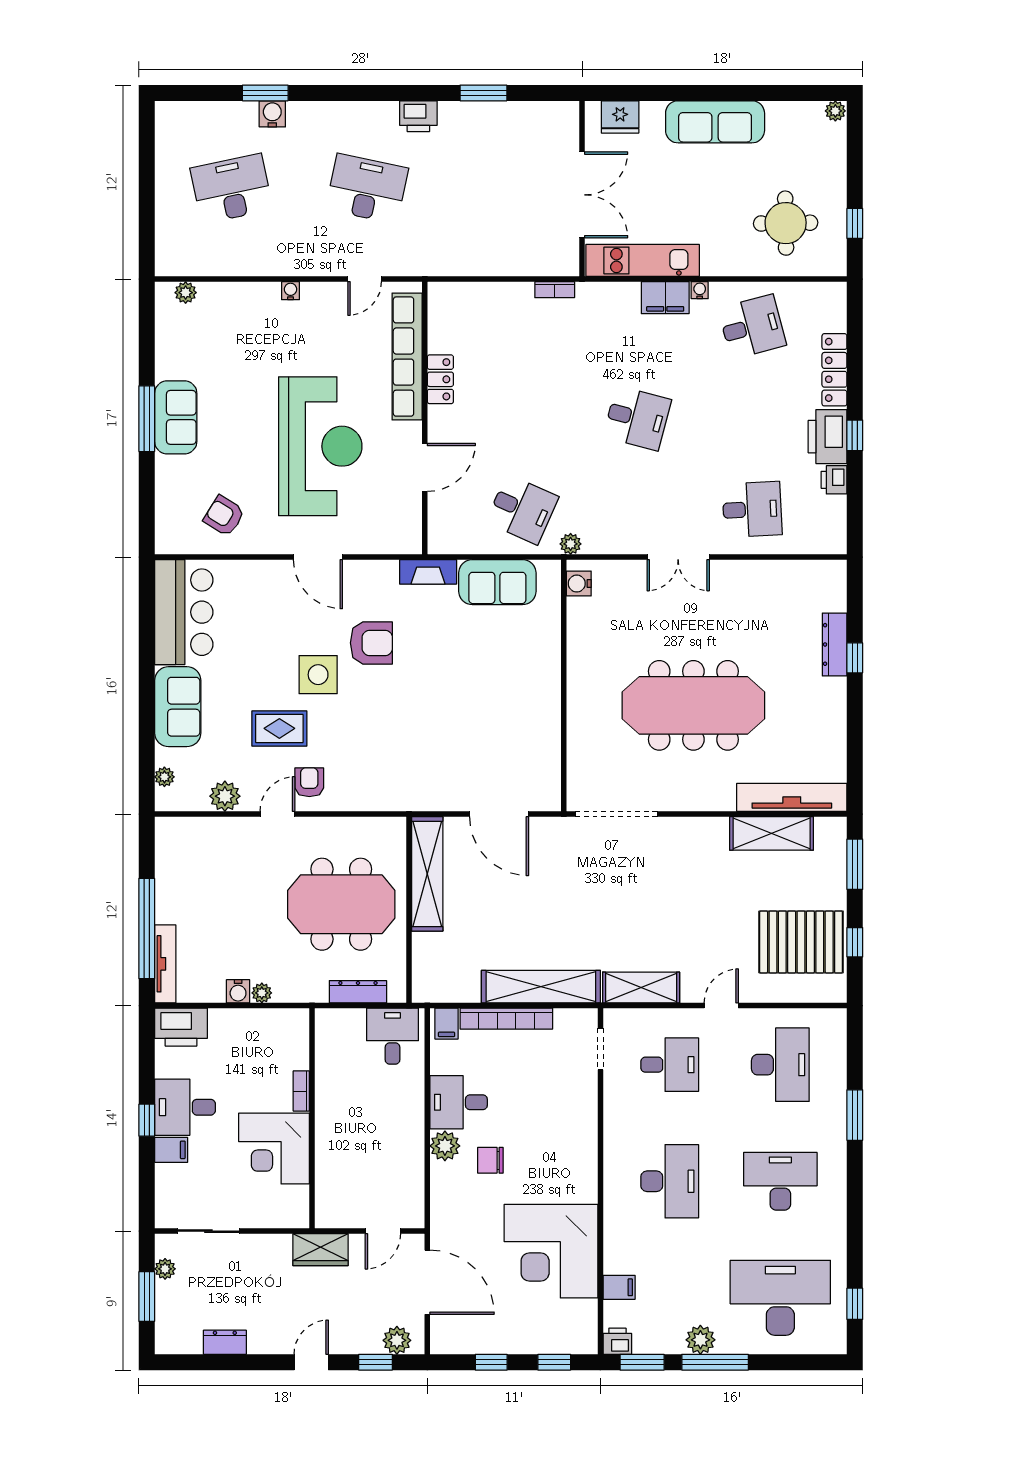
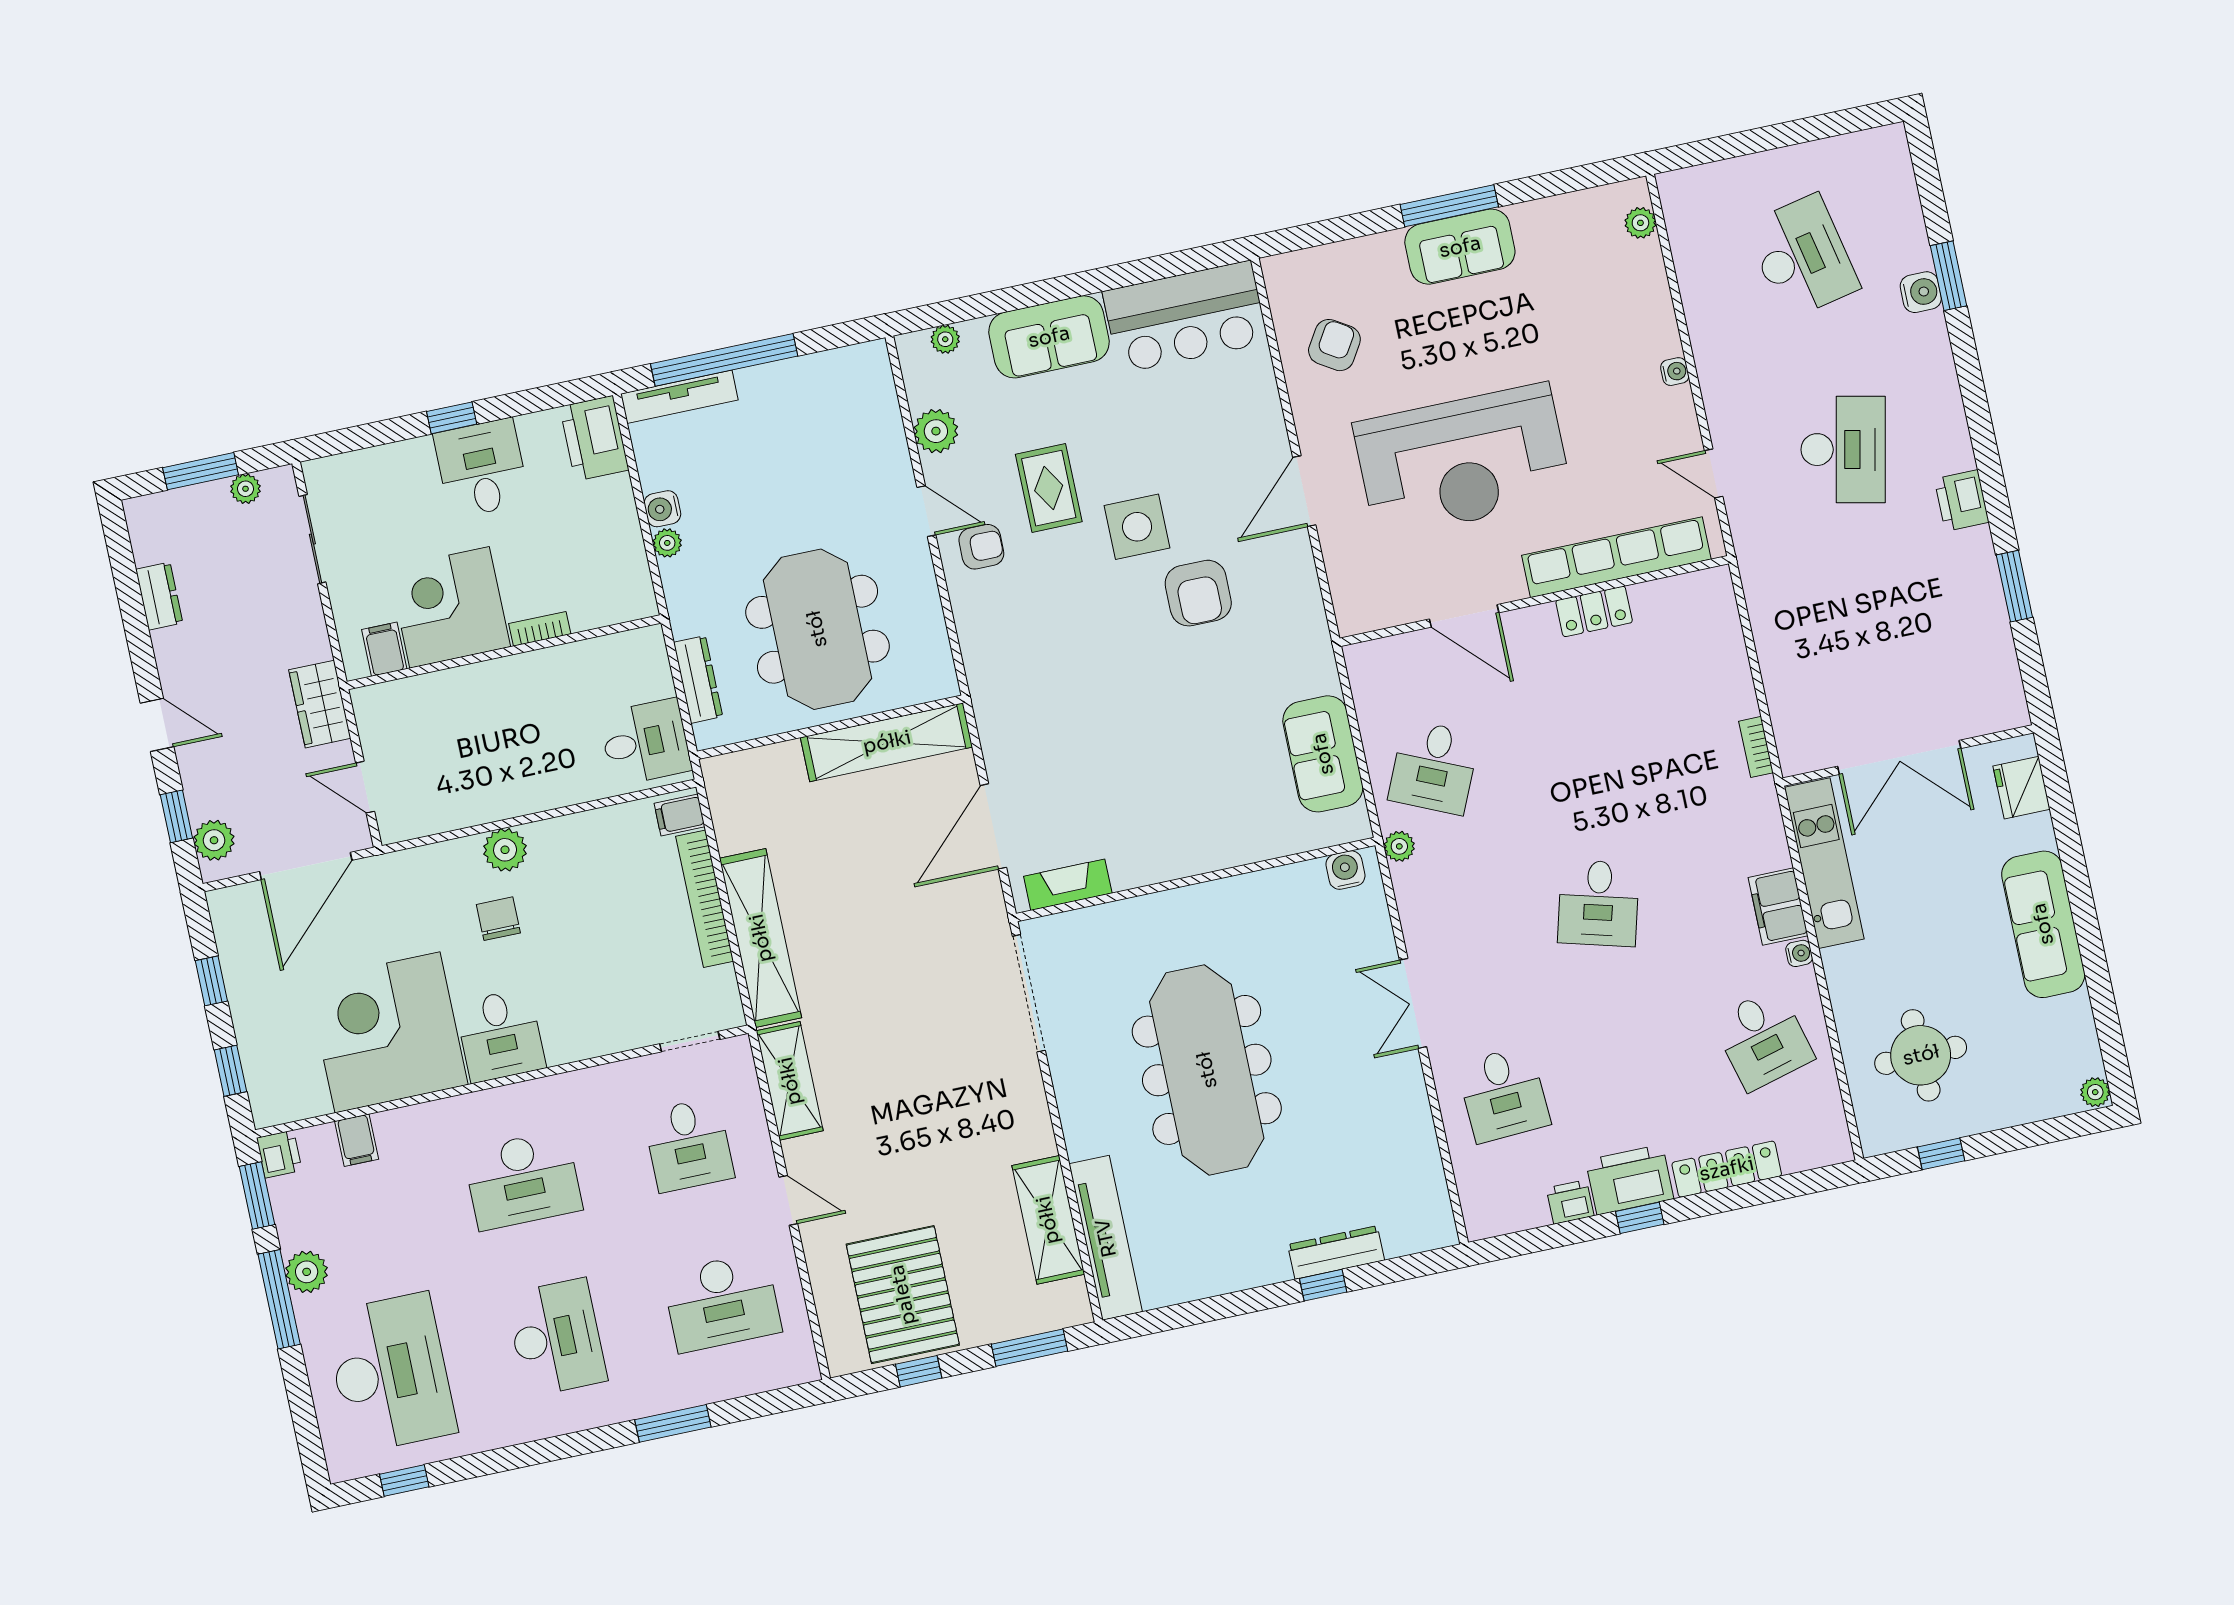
fireplace: (428, 572) -> (1068, 885), moved, turned 90
desk: (459, 1102) -> (500, 1035), moved, turned 180
filing cabinet: (171, 1150) -> (384, 649), moved, turned 180

